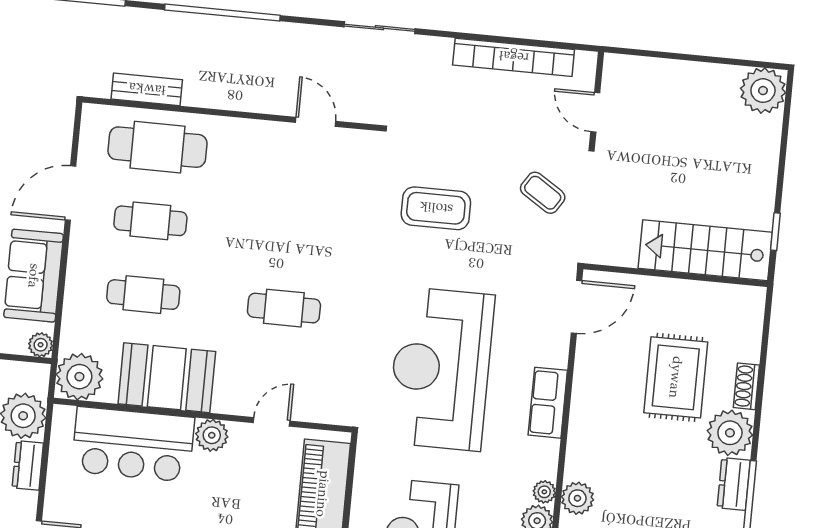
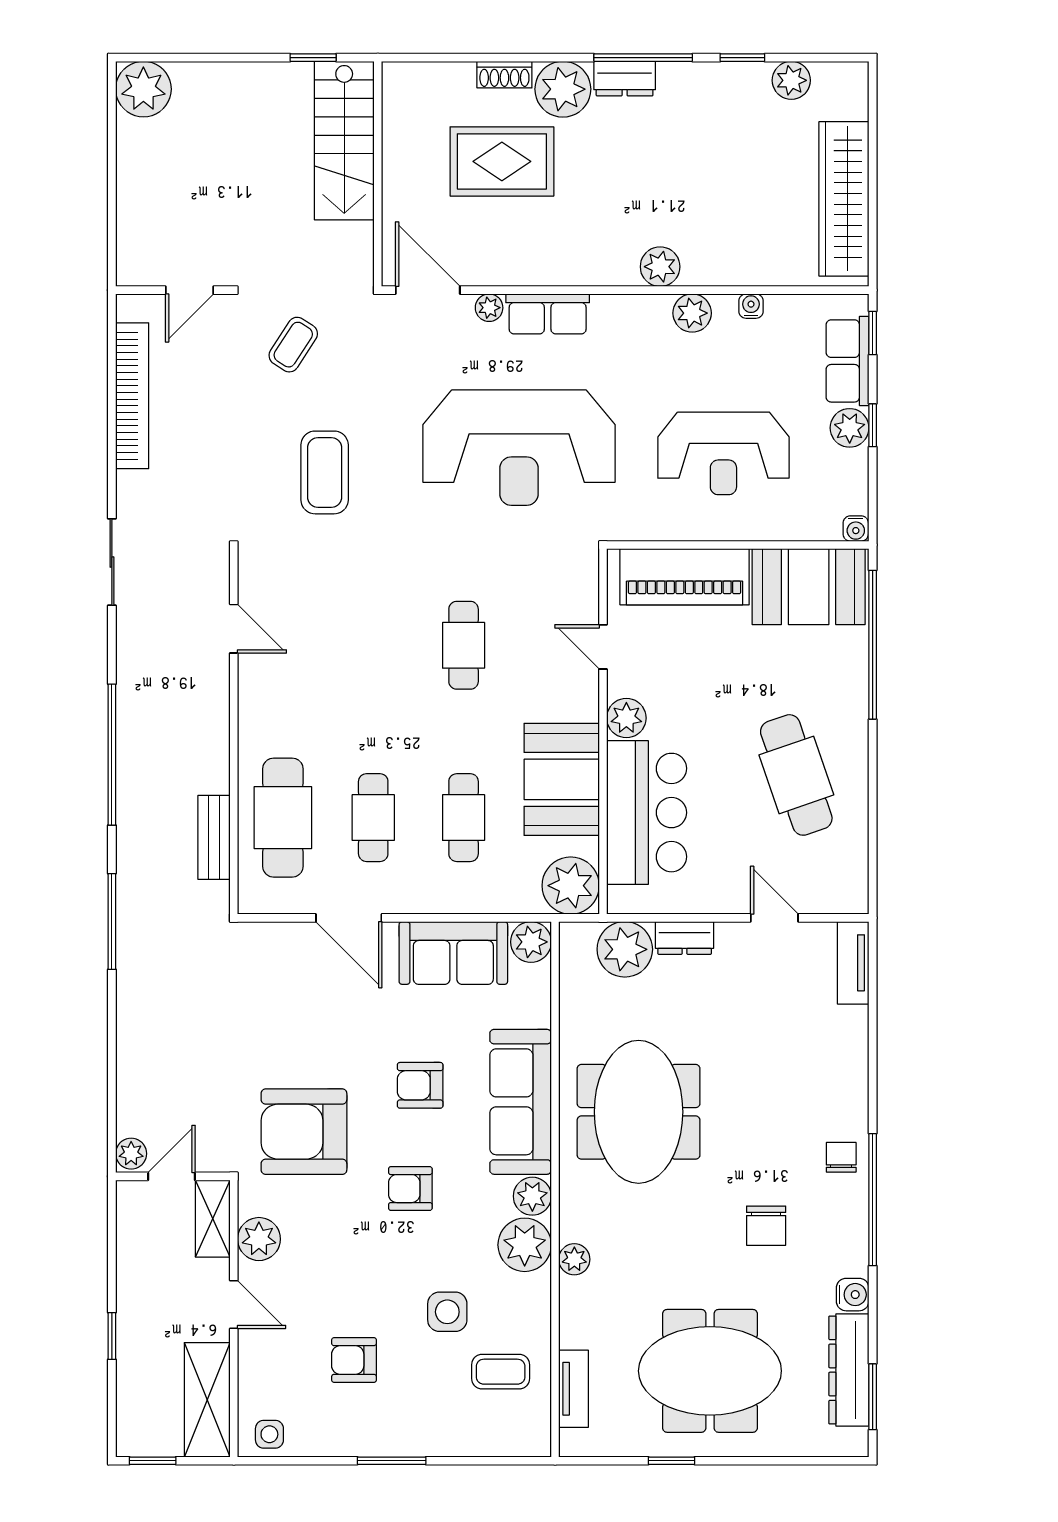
door: (316, 122) -> (234, 629), swing flipped
plant: (41, 345) -> (531, 942), width x1.38, depth x1.38
plant: (544, 492) -> (489, 308), moved

